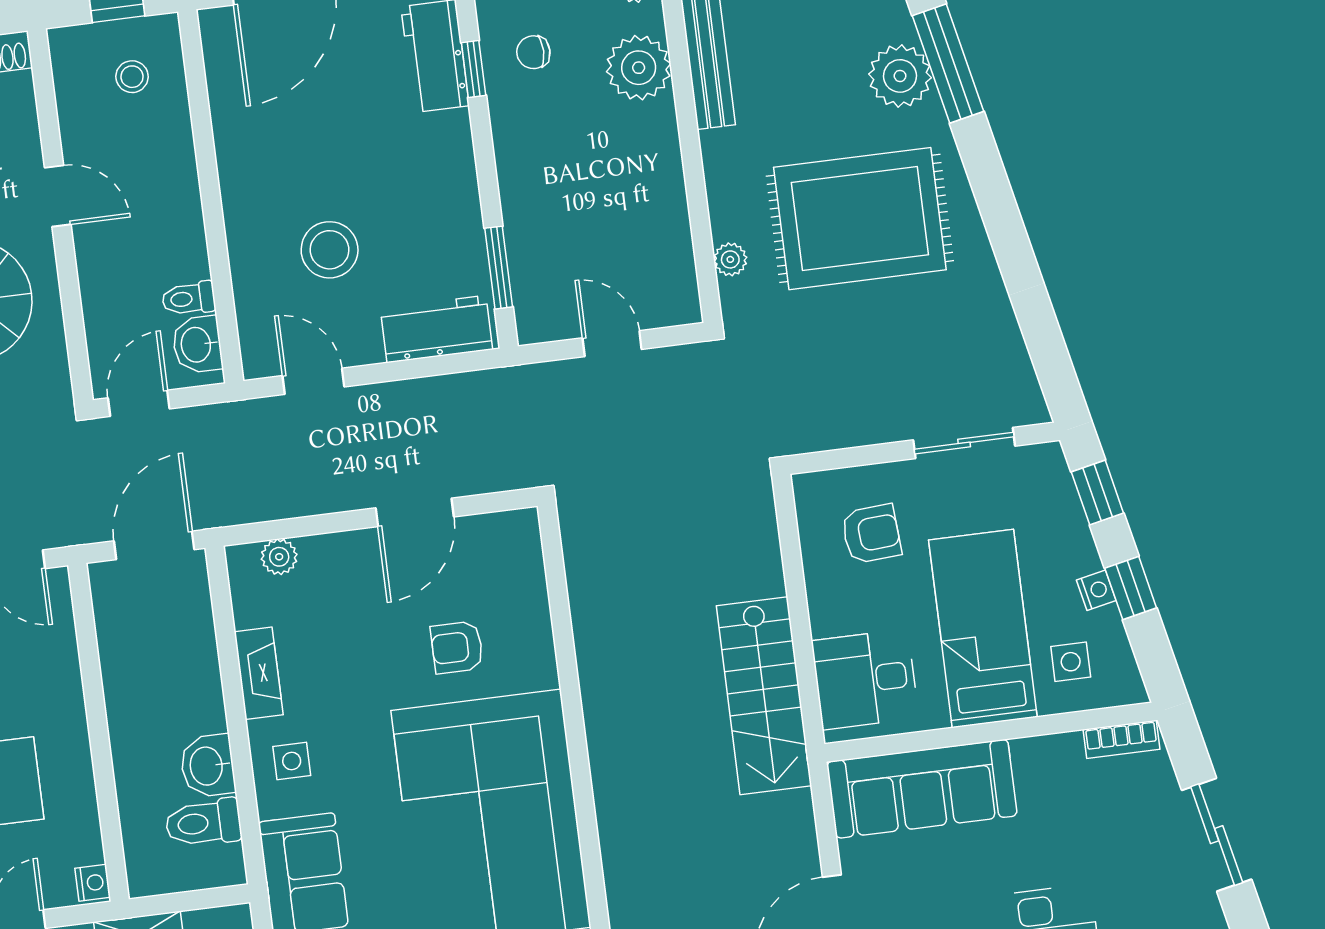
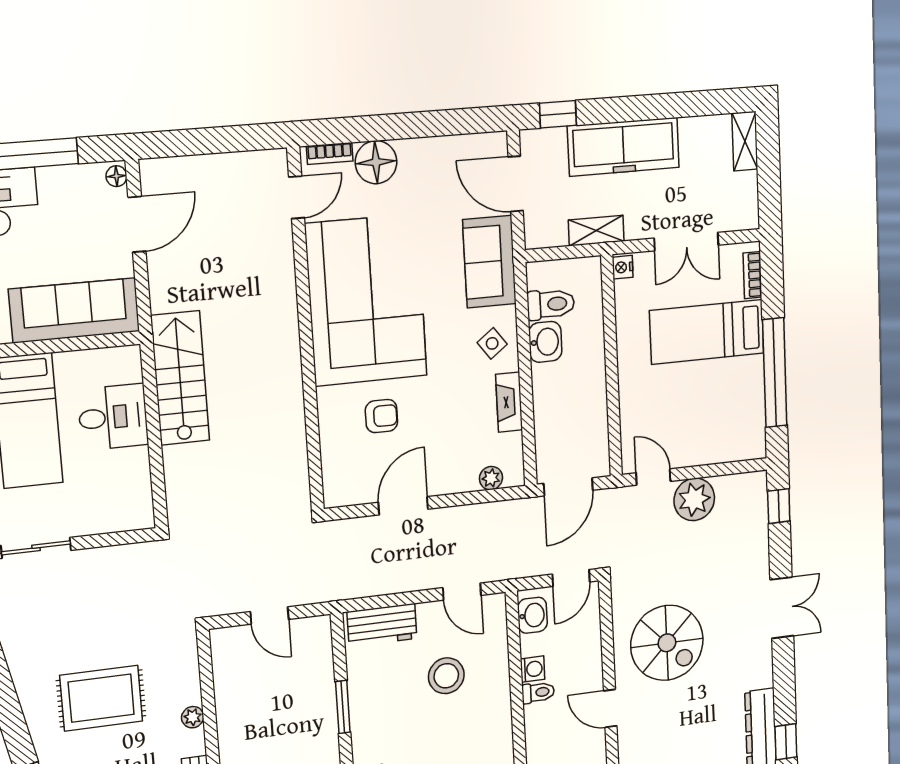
rug: (860, 219) -> (101, 698), width x0.73, depth x0.69
plant: (730, 259) -> (193, 717), moved
washing machine: (191, 260) -> (533, 669), added
window: (499, 268) -> (343, 707), moved
toilet: (189, 299) -> (538, 692), moved
armchair: (871, 534) -> (102, 487), removed
desk: (865, 679) -> (113, 417), moved
side table: (292, 761) -> (492, 343), turned -37

